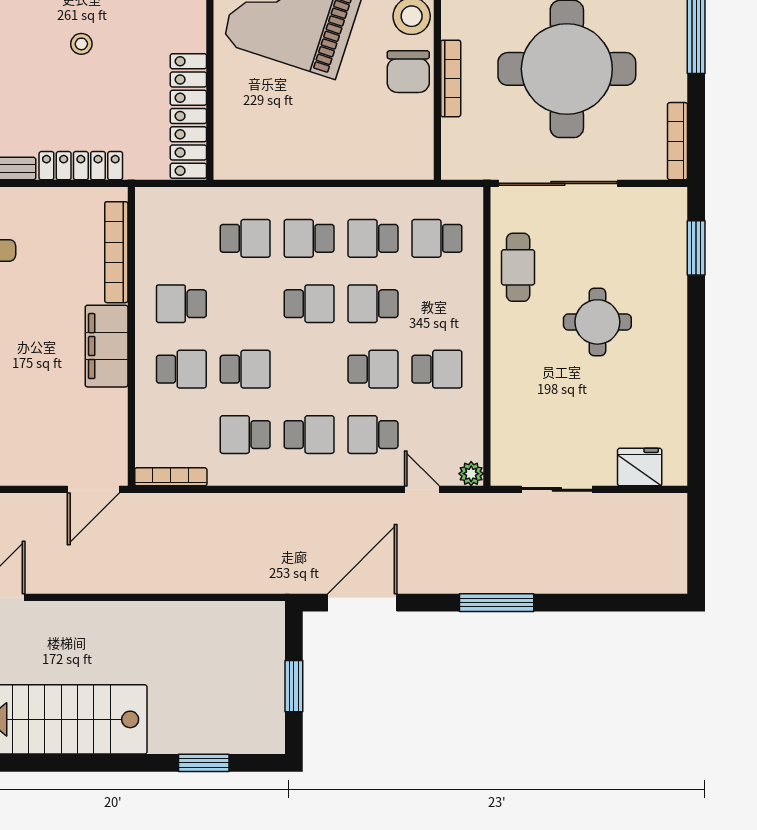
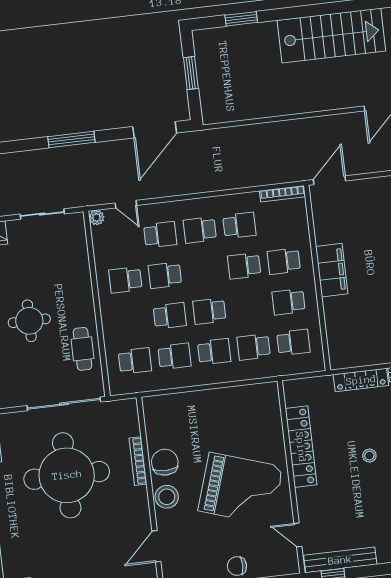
locker: (188, 116) -> (301, 447), moved
school desk: (181, 238) -> (293, 342), added
bookcase: (116, 252) -> (333, 329), removed
school desk: (181, 304) -> (289, 302), turned 180

